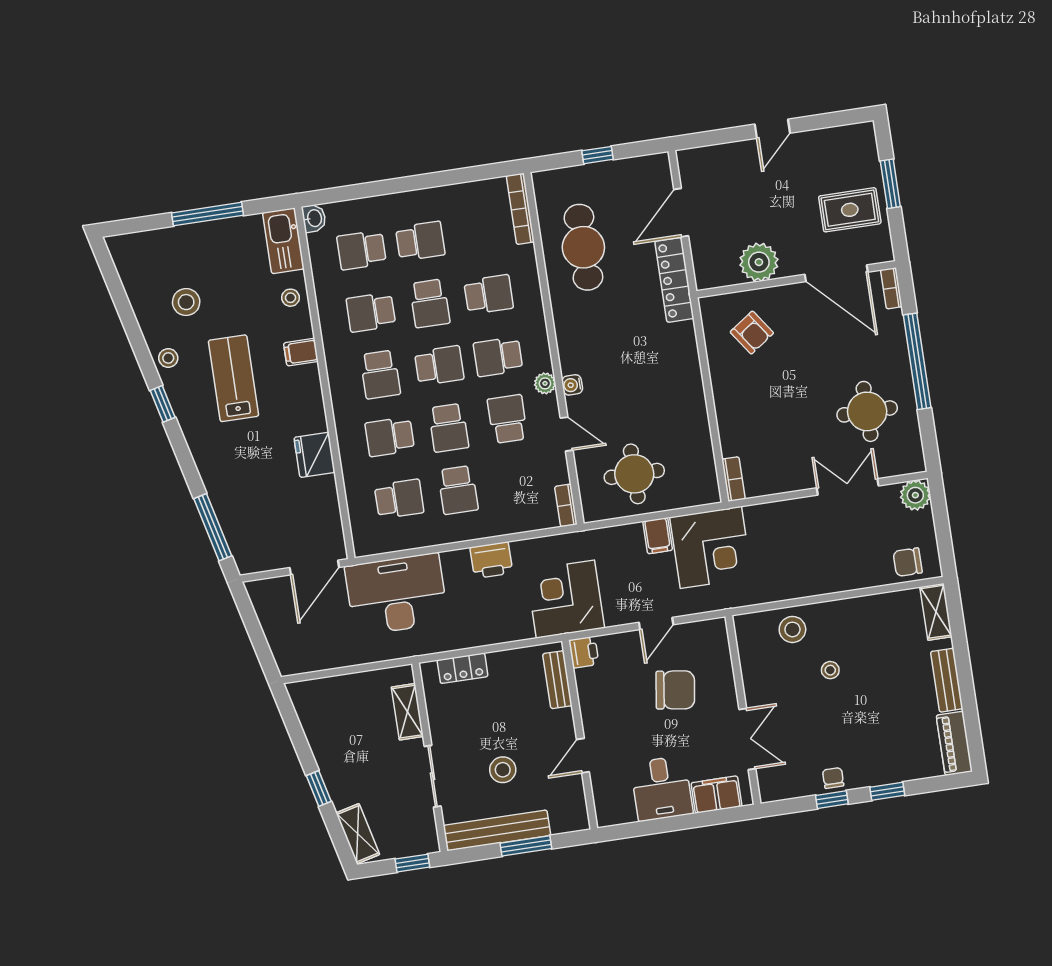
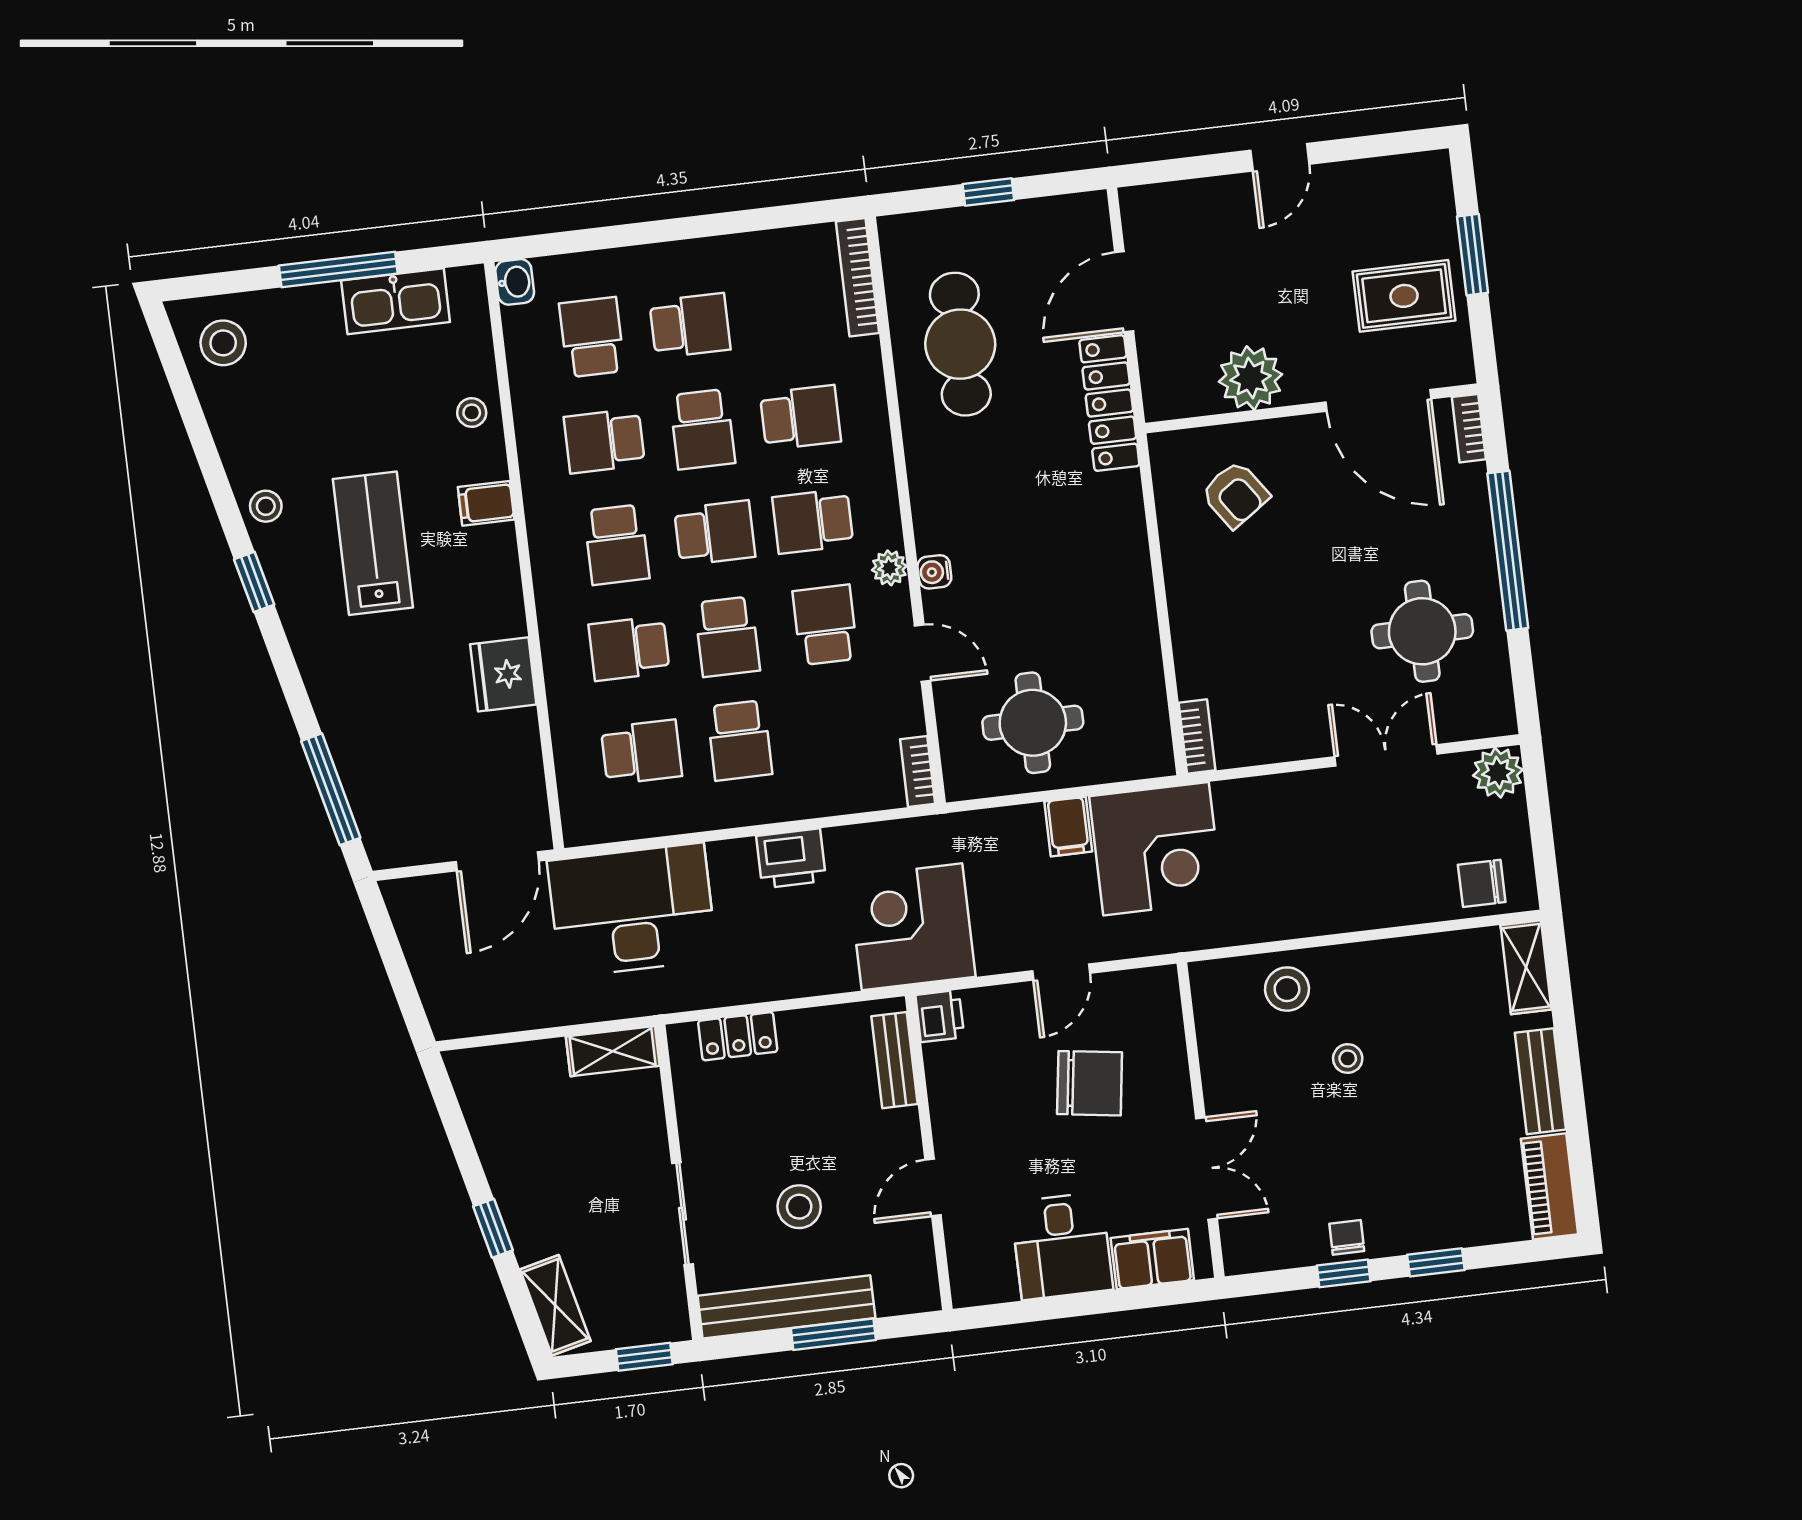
kitchen sink: (283, 241) -> (396, 301), moved, turned -90
school desk: (361, 250) -> (592, 337), turned 90
stool: (186, 302) -> (223, 343), moved
shelving: (407, 712) -> (613, 1051), moved, turned 90

